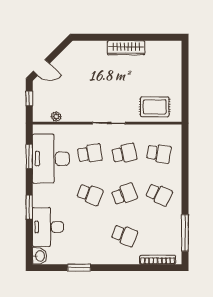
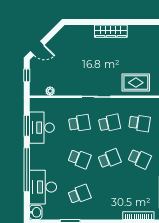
desk: (51, 159) -> (42, 128), width x0.73, depth x0.77
window: (29, 207) -> (27, 170), width x2.11
school desk: (124, 235) -> (79, 194), moved, turned -42

